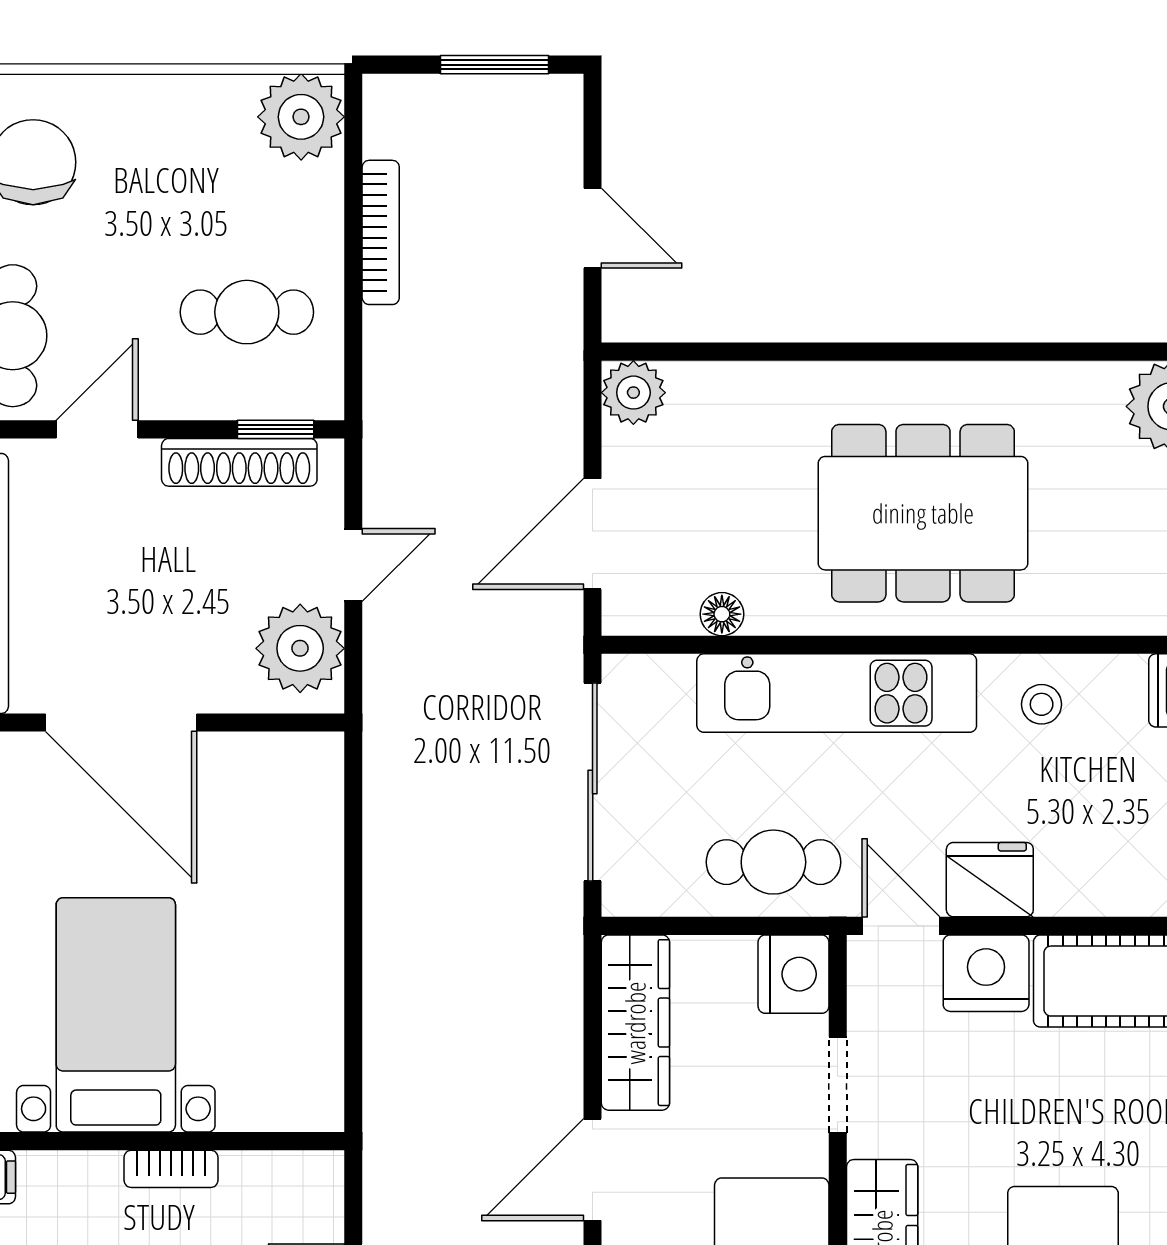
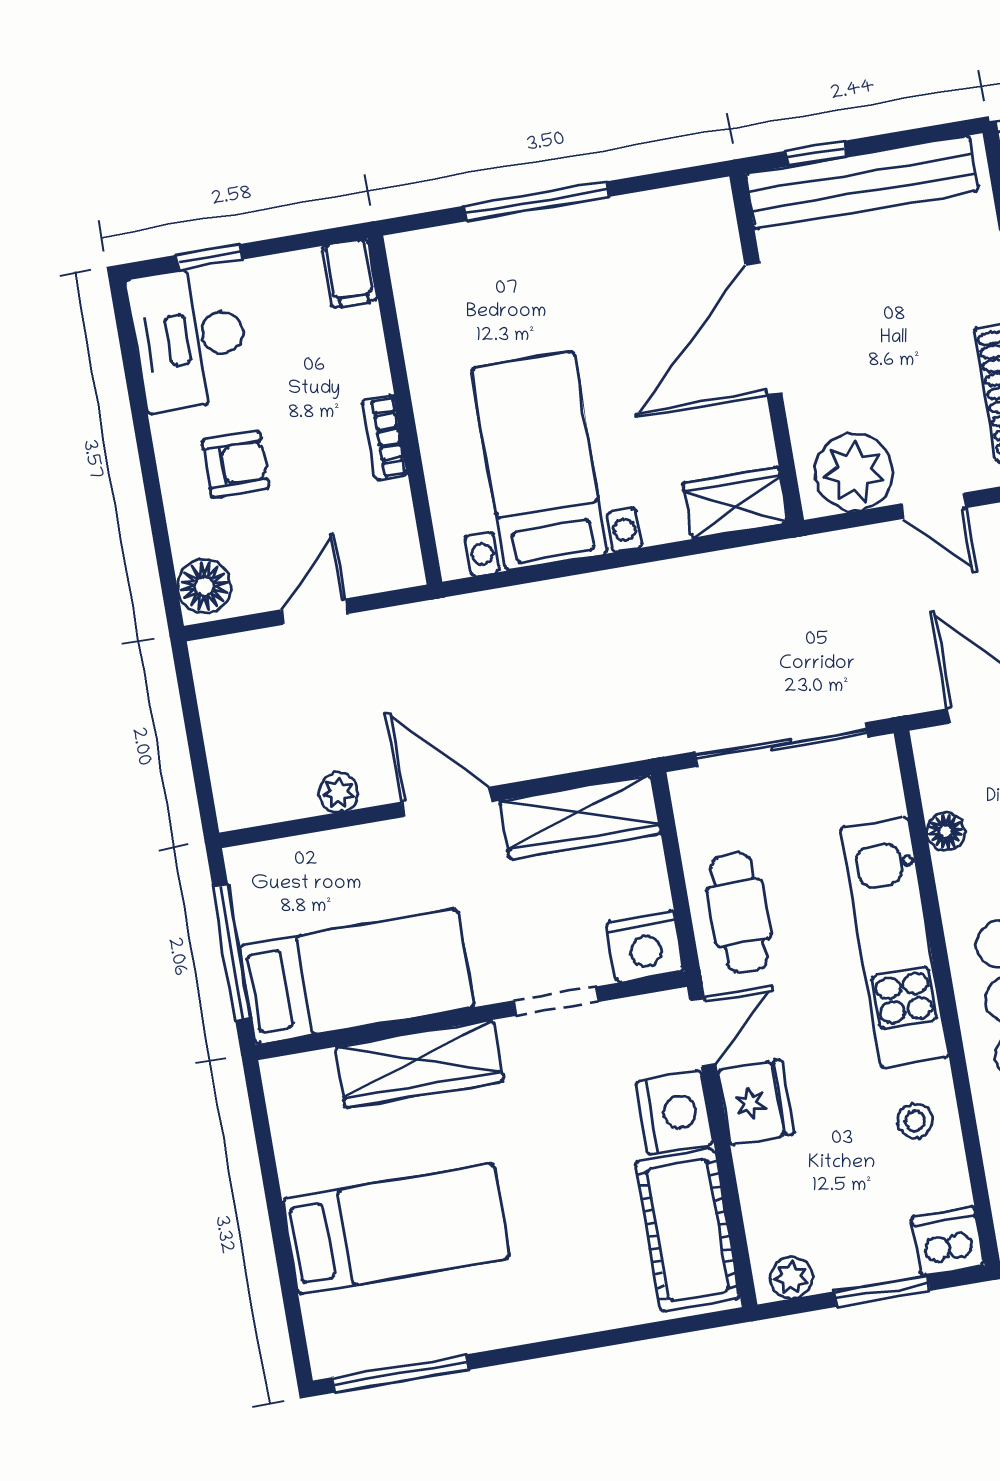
wardrobe: (312, 787) -> (735, 503), added
bed with nightstands: (116, 1015) -> (539, 461), moved, turned -90

